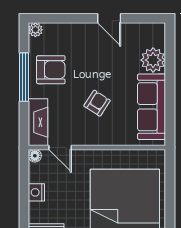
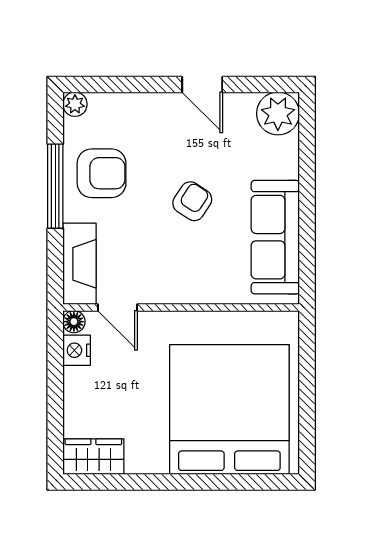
plant: (153, 60) -> (278, 114), moved
armchair: (97, 103) -> (192, 201), moved
nightstand: (36, 192) -> (77, 350), moved

